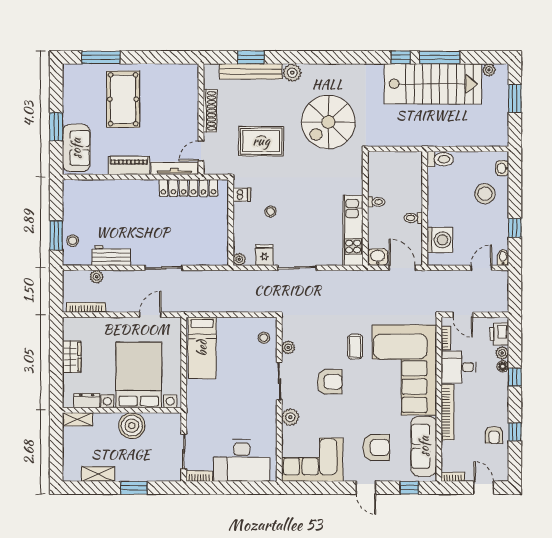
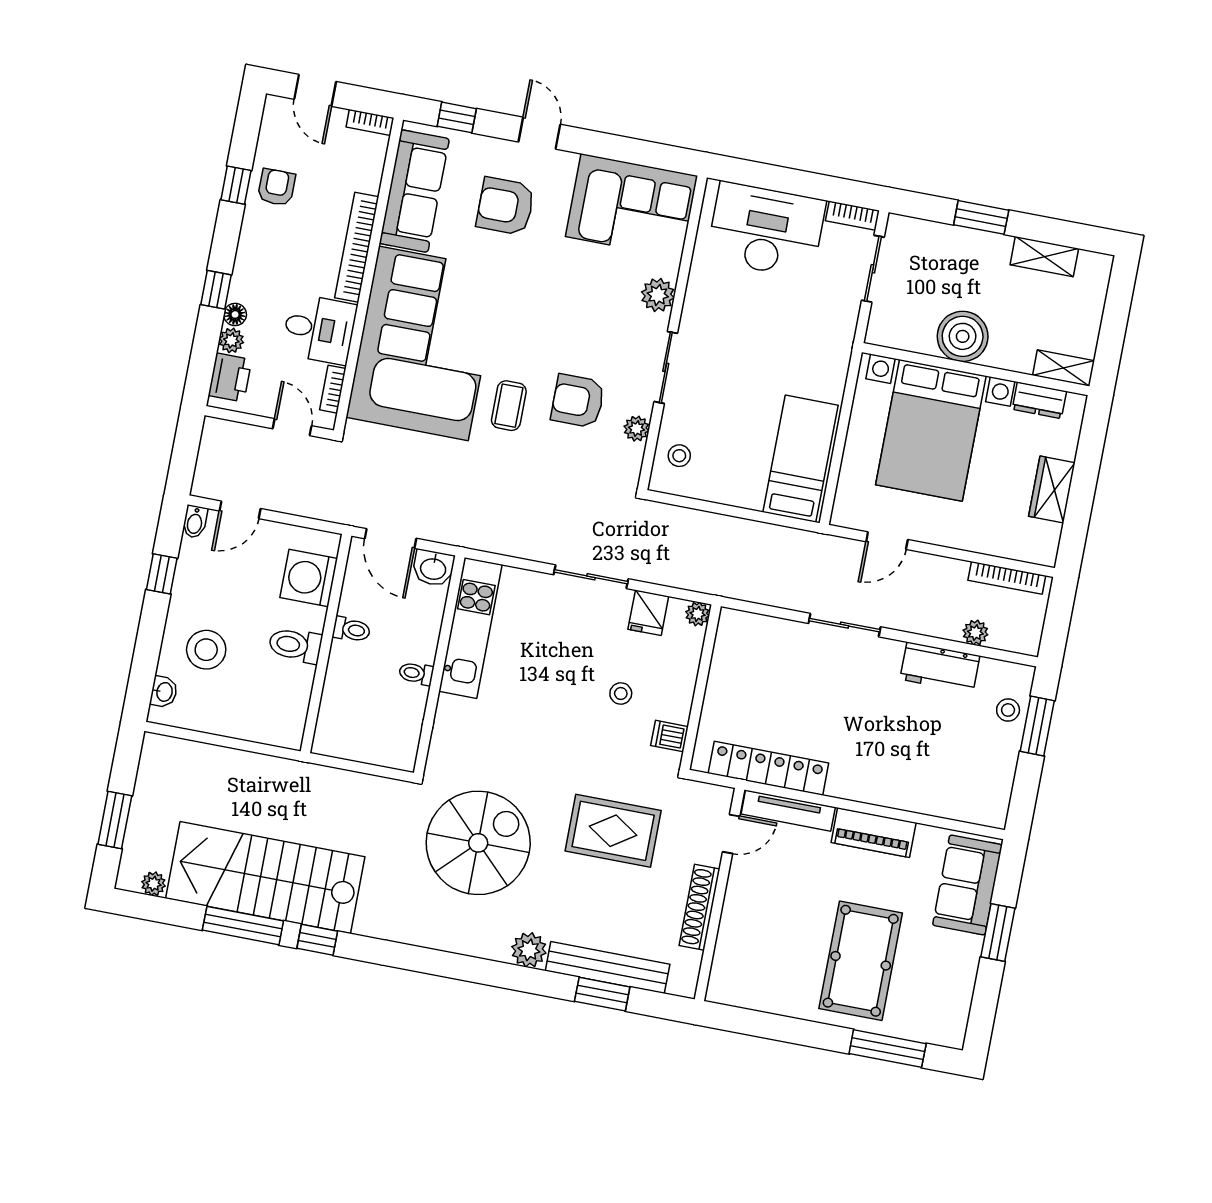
toilet: (440, 159) -> (295, 645), moved
armchair: (330, 382) -> (578, 401), moved

